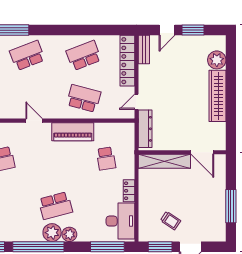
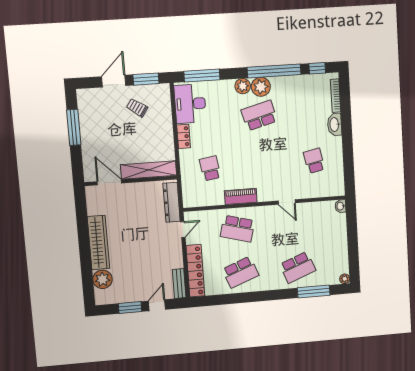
piano: (73, 132) -> (241, 196), width x0.73, depth x0.75

